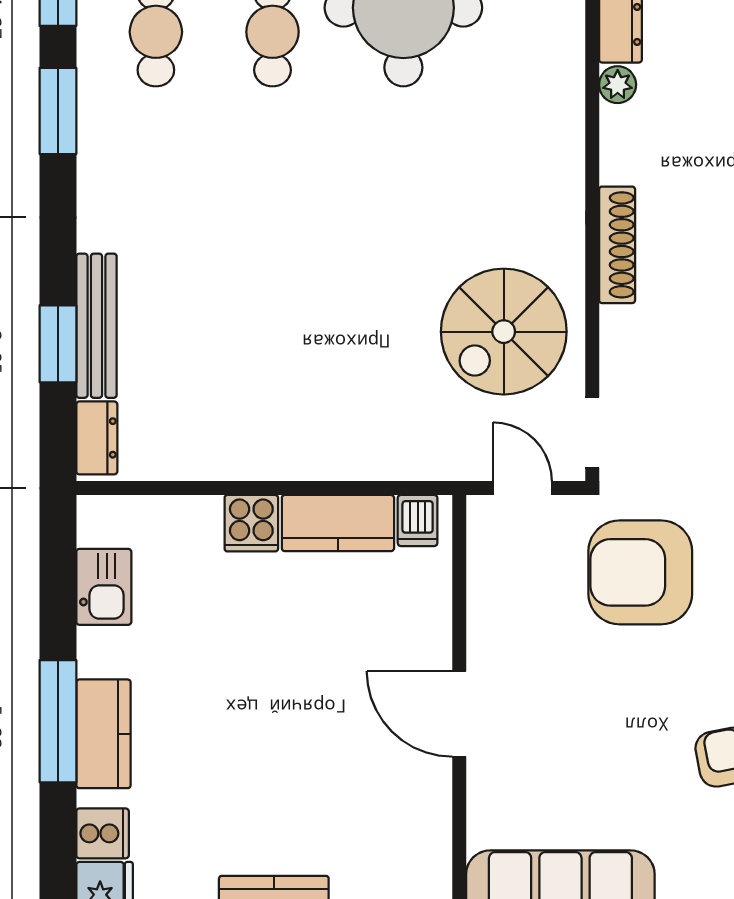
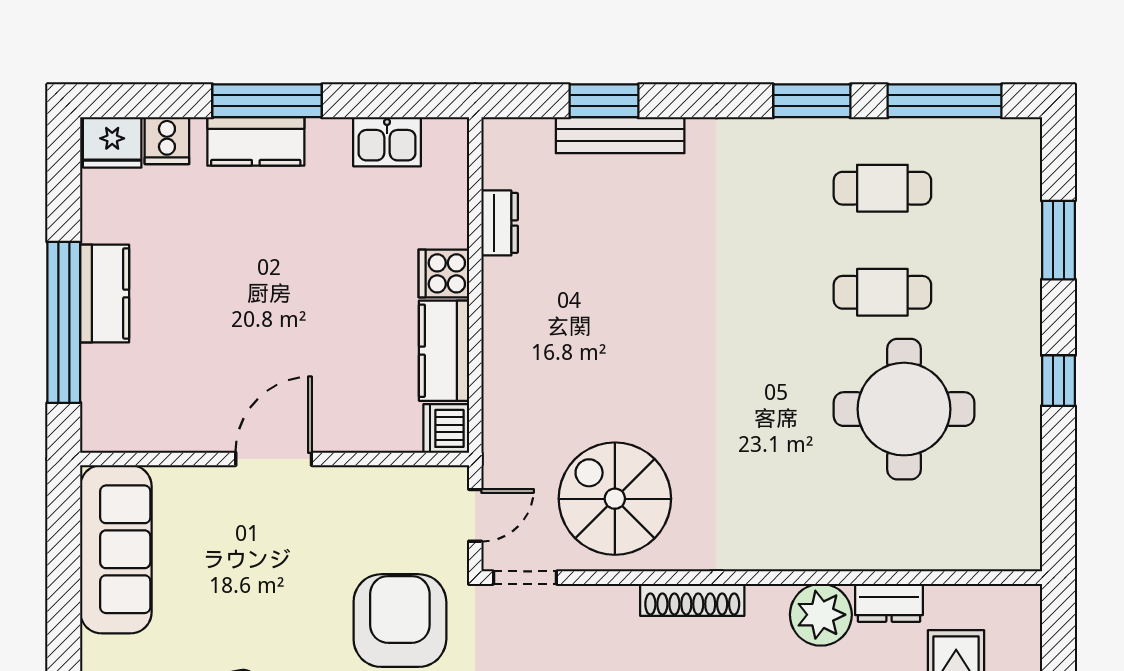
plant: (618, 85) -> (821, 615), width x1.88, depth x1.88
dresser: (97, 438) -> (500, 223), moved, turned -90
dishwasher: (418, 520) -> (446, 428), width x1.38

